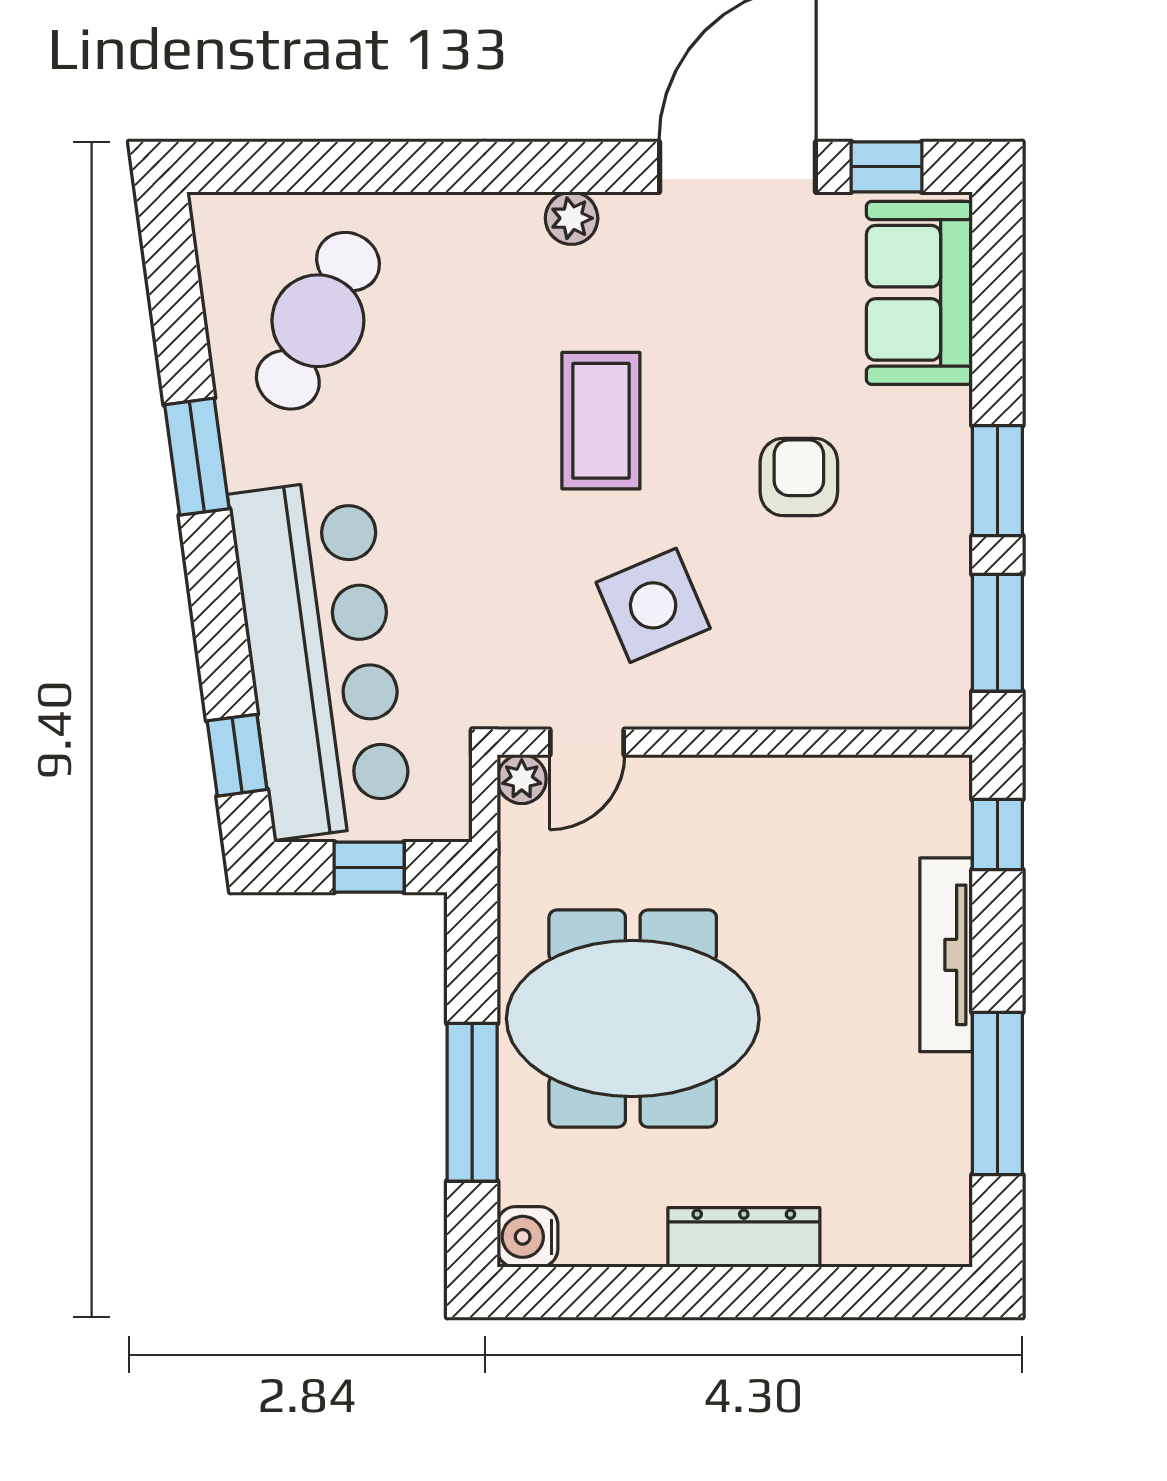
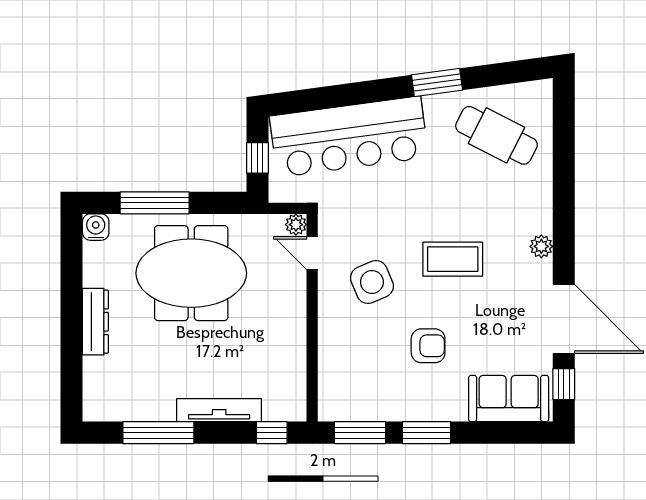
window: (237, 755) -> (306, 100), removed
meeting table: (633, 1019) -> (191, 273), turned 90

